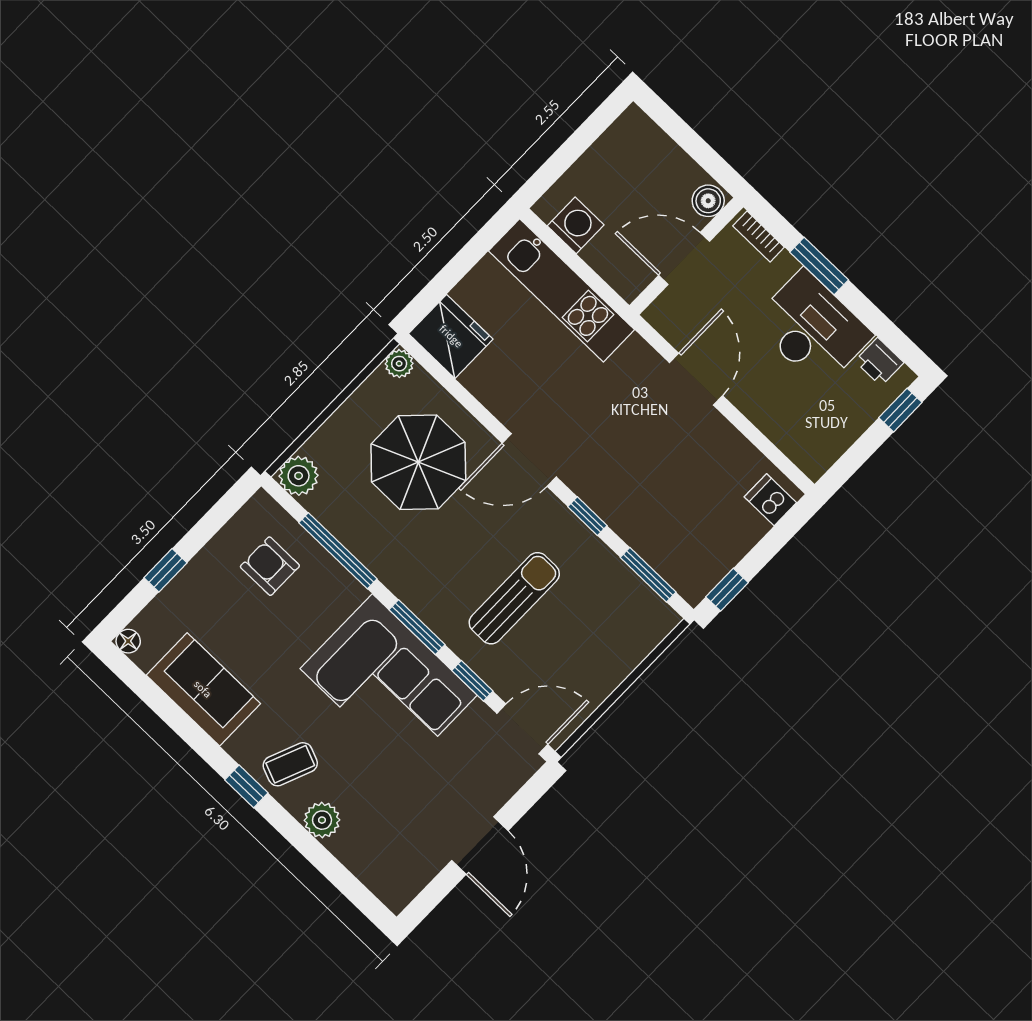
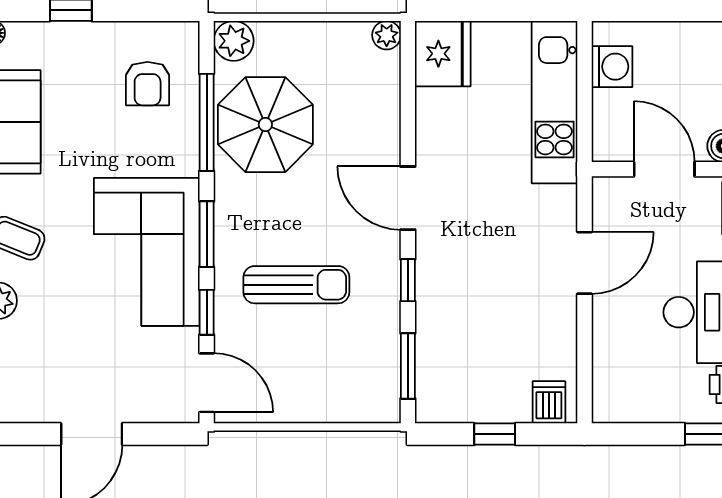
parasol: (418, 462) -> (265, 125), moved
armchair: (270, 566) -> (148, 84), turned 180
window: (727, 590) -> (495, 434), moved

